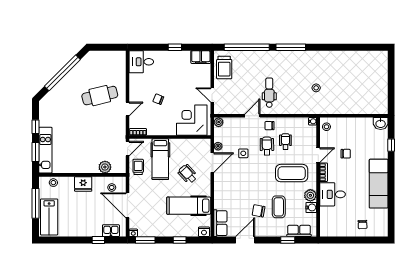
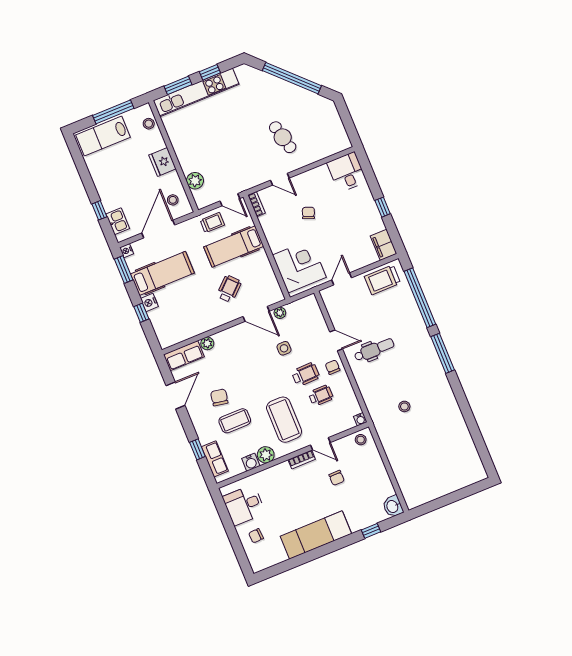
cafe table: (100, 96) -> (283, 137), width x0.73, depth x0.74
plant: (219, 122) -> (207, 343), moved
kitchen unit: (45, 150) -> (196, 92), width x1.36
desk: (333, 194) -> (244, 505), moved, turned -90
hospital bed: (189, 206) -> (162, 273), moved, turned 90
nightstand: (204, 232) -> (149, 303), moved
door: (245, 240) -> (175, 396), hinge flipped

